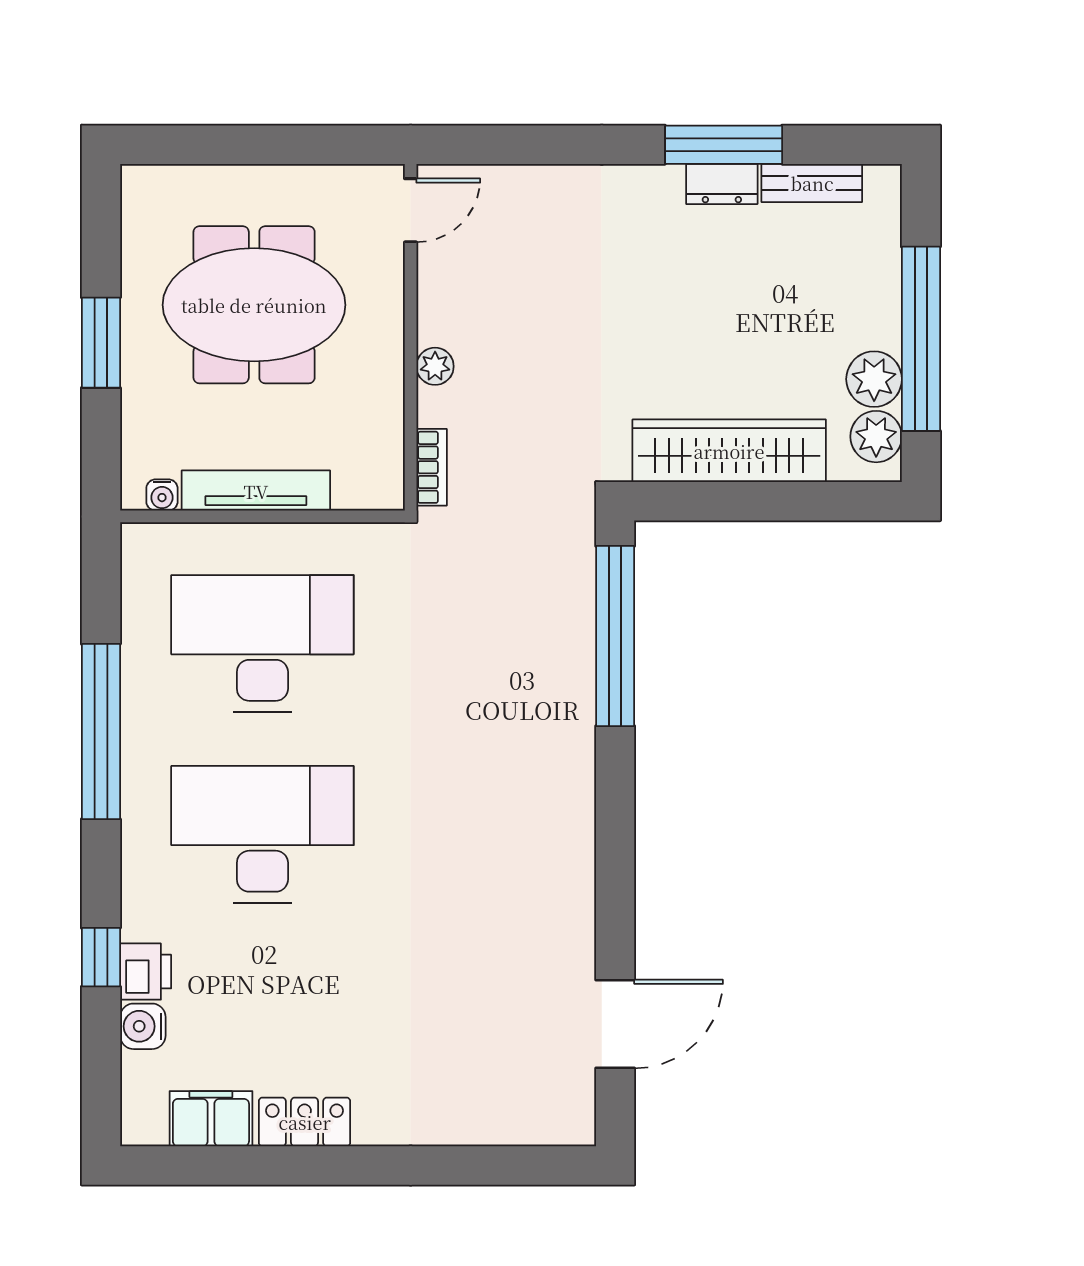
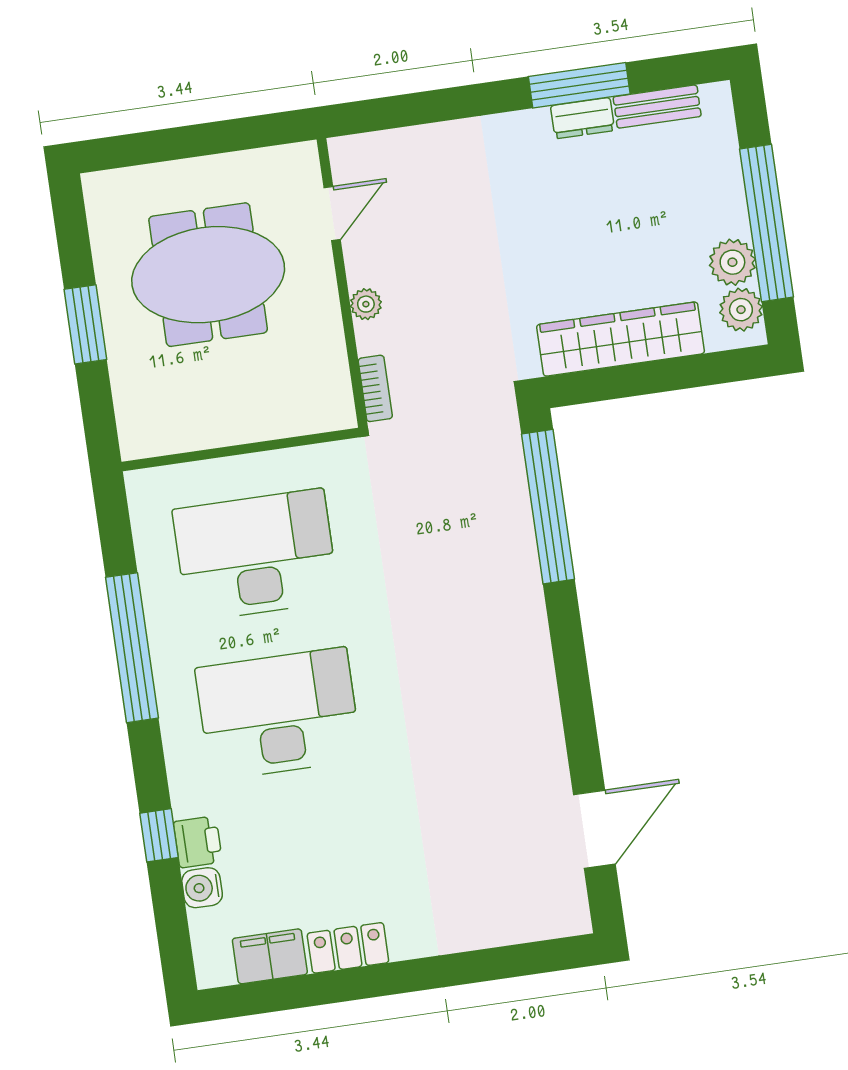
door: (411, 210) -> (332, 213), moved
tv unit: (256, 491) -> (232, 429), removed
water cooler: (162, 495) -> (154, 444), removed

